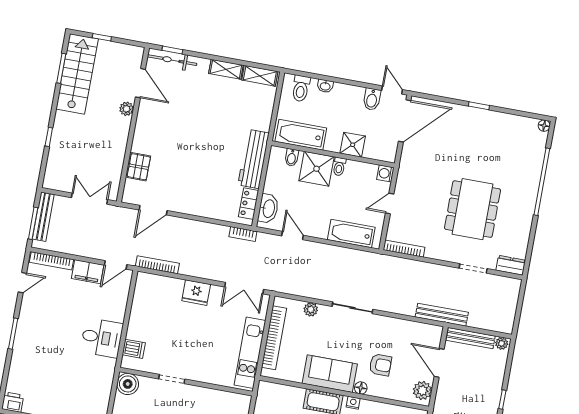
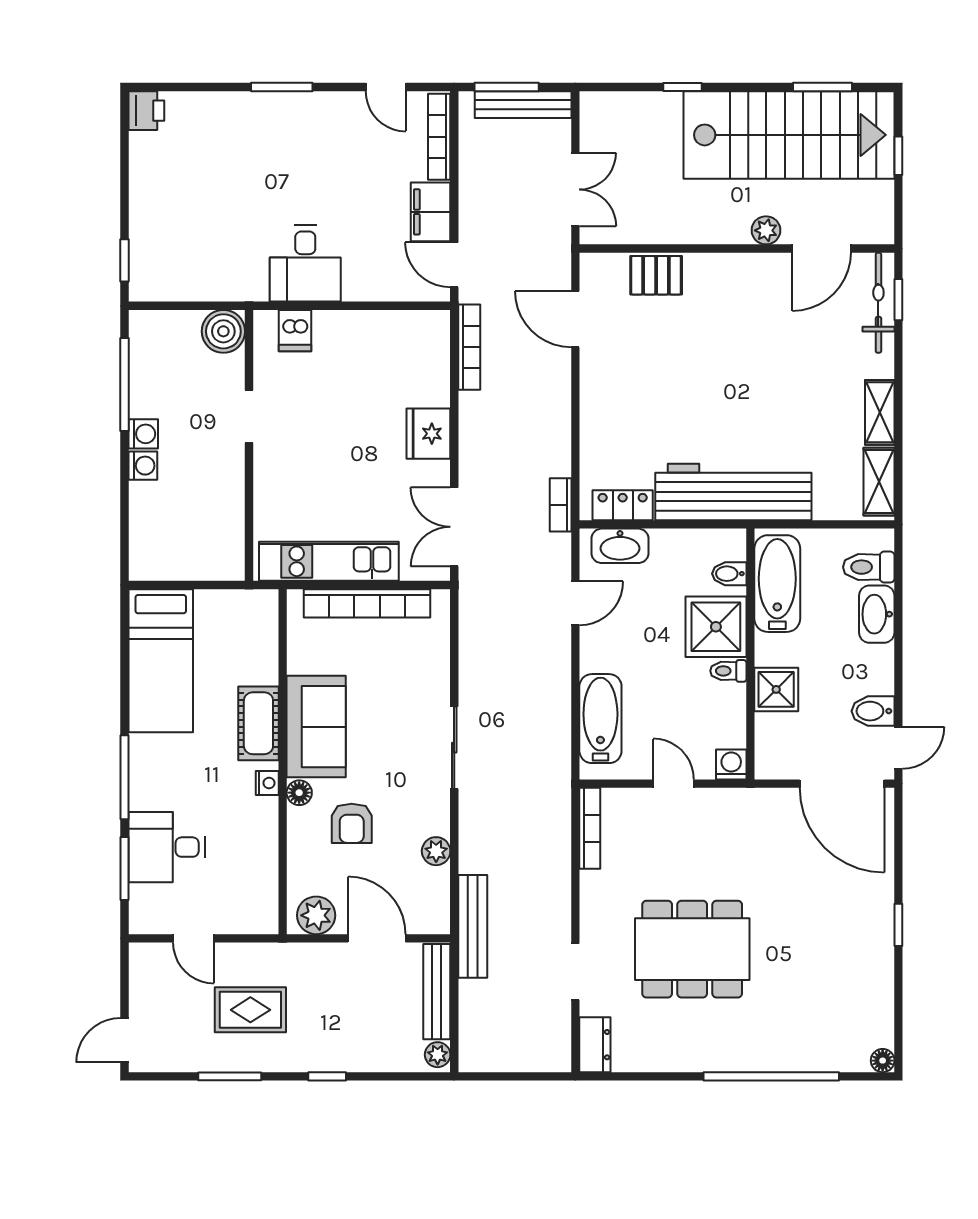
stairs: (77, 74) -> (789, 135), width x1.36, depth x1.51
washbasin: (325, 86) -> (877, 614), width x1.91, depth x1.45
workbench: (254, 159) -> (733, 492), width x1.36, depth x1.32
plant: (311, 309) -> (436, 851), moved
door: (439, 363) -> (377, 938), hinge flipped

